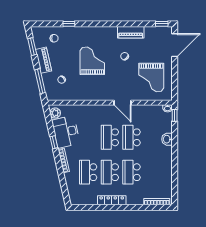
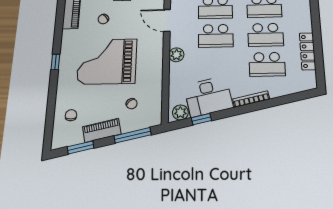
window: (69, 24) -> (55, 62), moved
grand piano: (92, 61) -> (107, 61), width x1.37, depth x1.48
door: (122, 103) -> (167, 20), swing flipped
plant: (96, 110) -> (176, 55), added
window: (54, 142) -> (201, 119), moved
locker: (112, 200) -> (308, 51), moved

